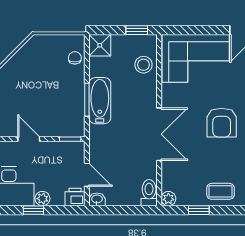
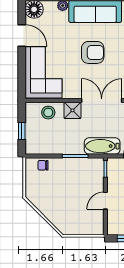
window: (137, 30) -> (22, 131), moved
shower: (100, 45) -> (72, 110), moved
bathtub: (100, 101) -> (102, 146), moved

